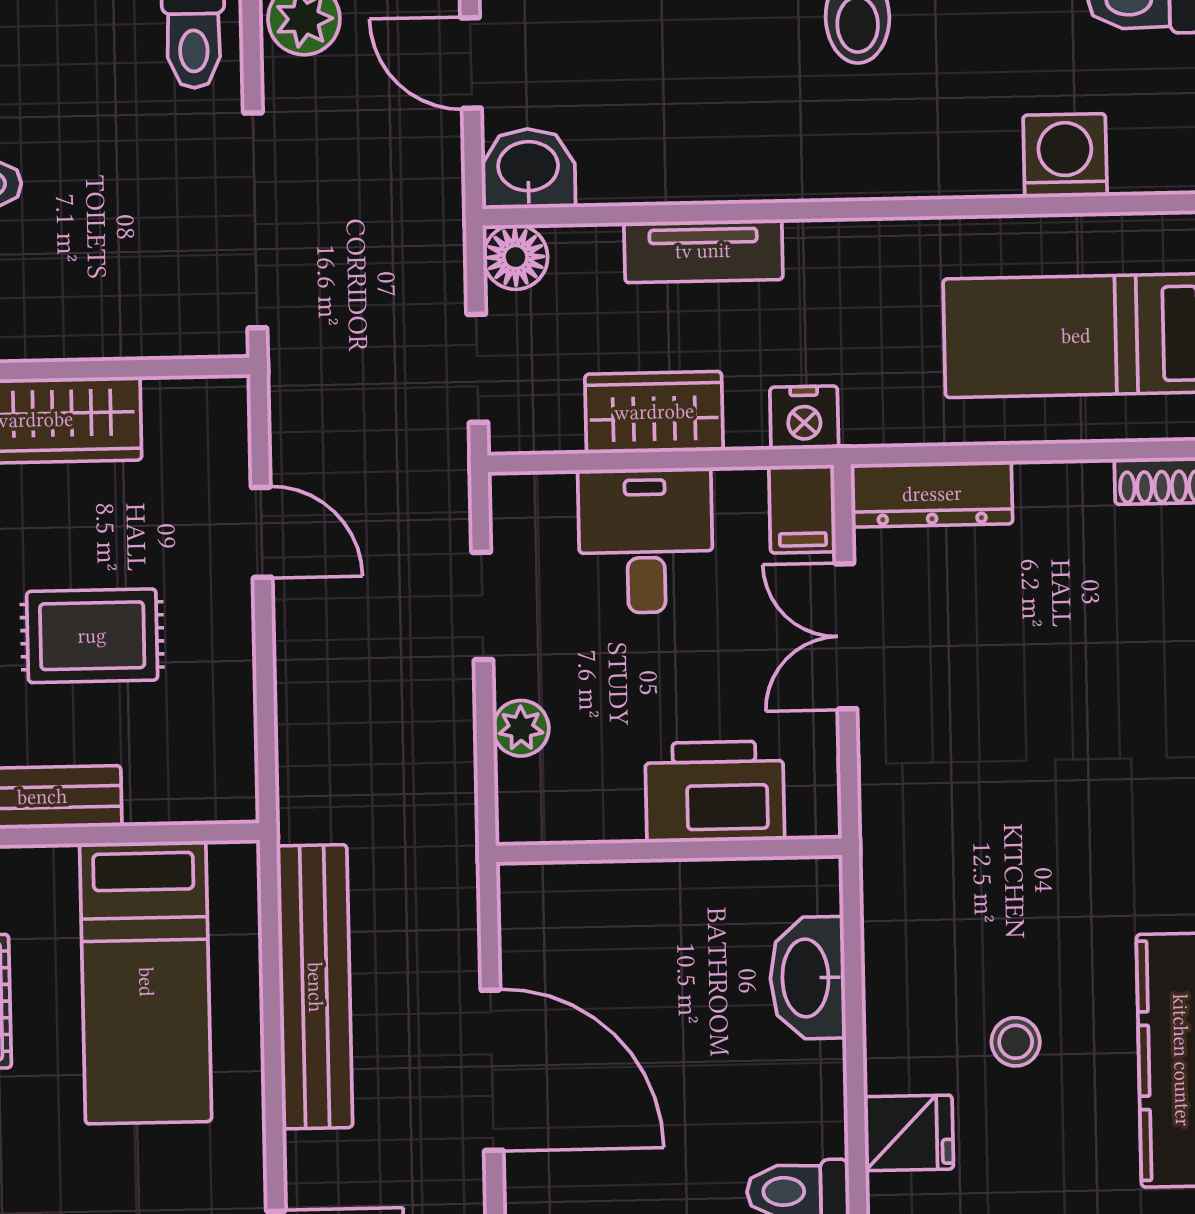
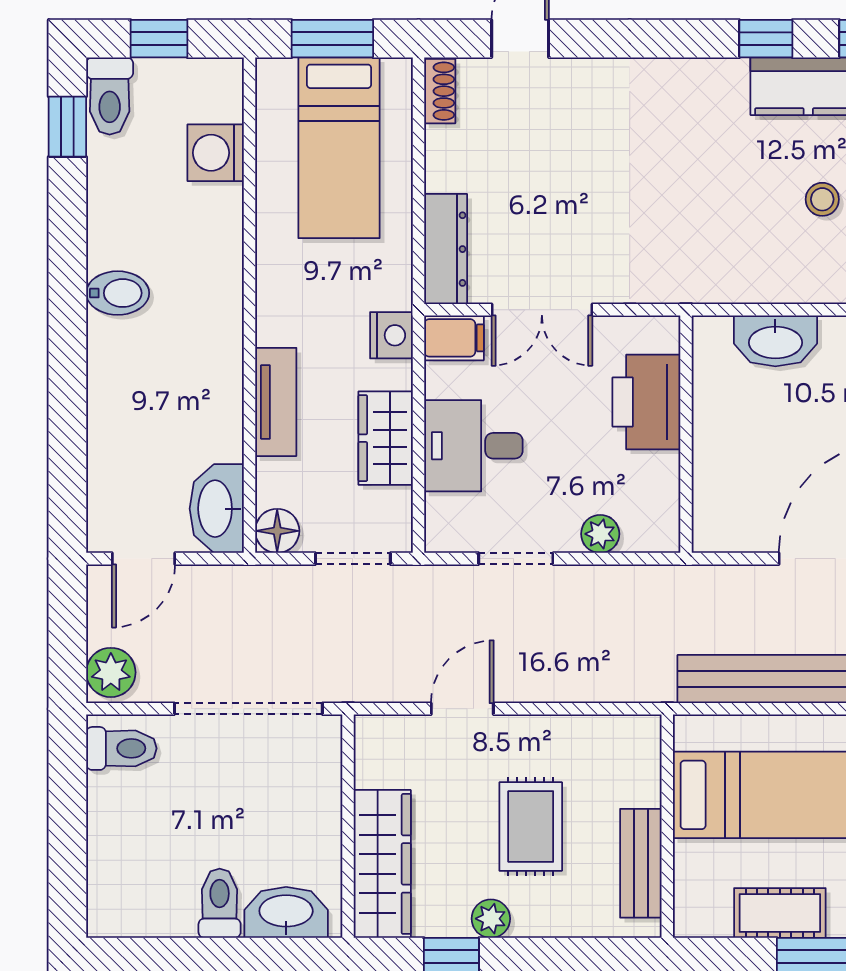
washbasin: (528, 169) -> (217, 509), width x1.38

